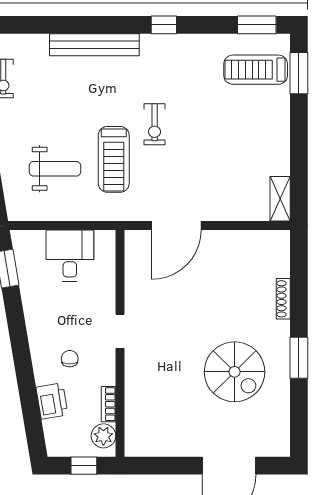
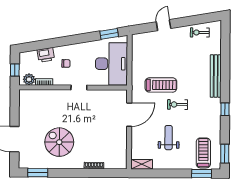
treadmill: (114, 159) -> (161, 85), turned 180
weight bench: (55, 169) -> (169, 138), moved, turned 180
door: (176, 226) -> (129, 115), swing flipped
desk: (70, 256) -> (111, 64), width x1.87, depth x1.30
window: (299, 358) -> (38, 173), moved
spiral stairs: (235, 372) -> (59, 142), turned 90

